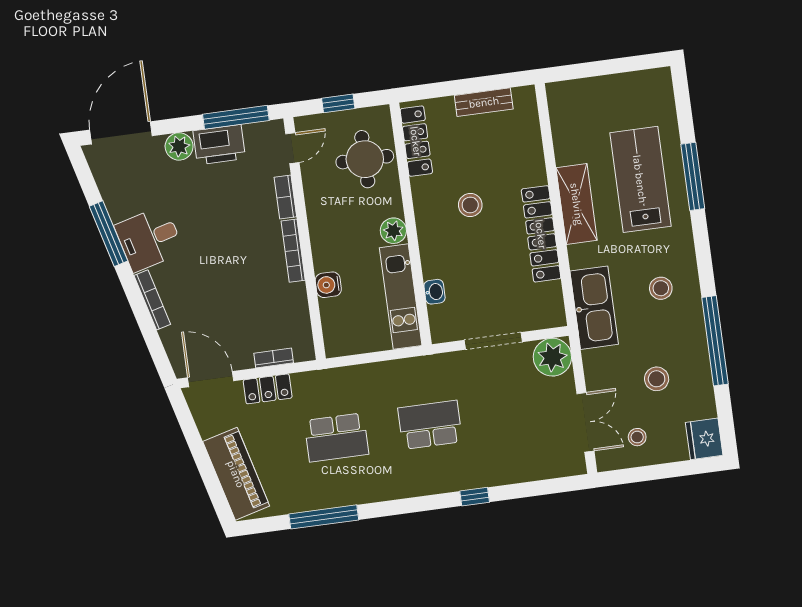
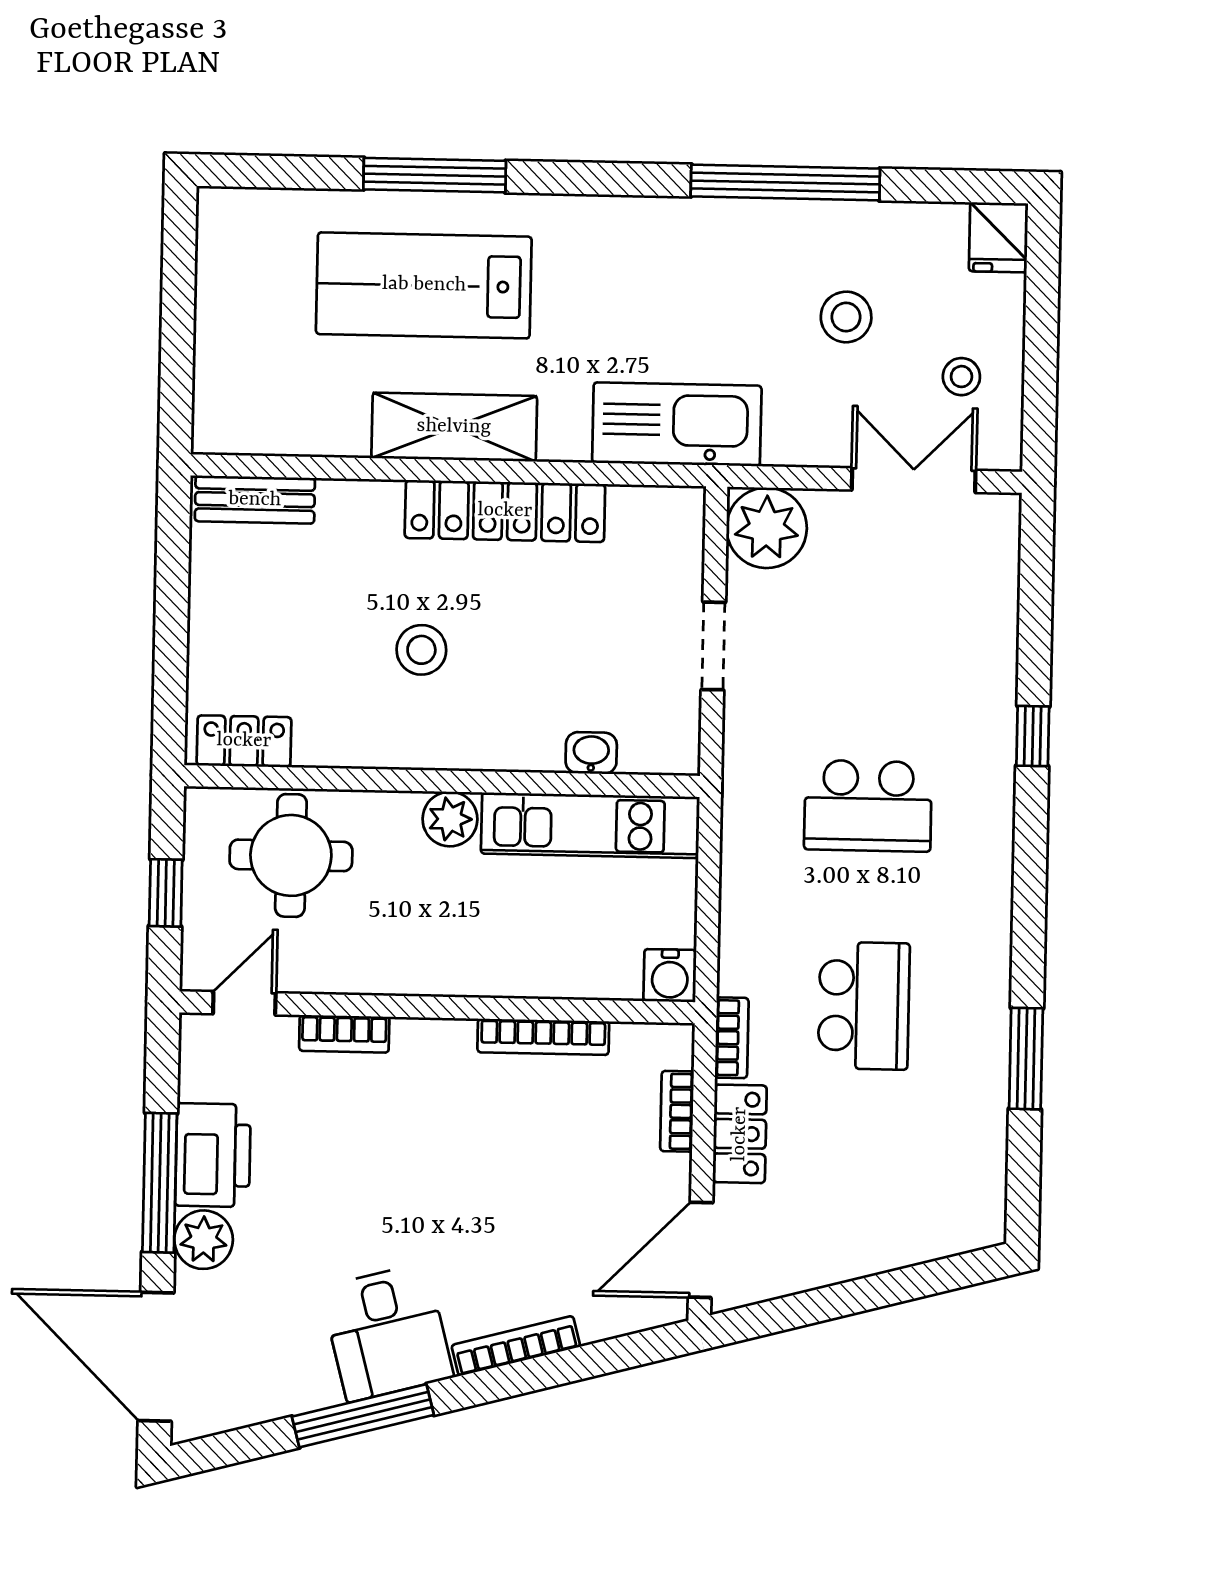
bench: (484, 102) -> (255, 500), moved, turned 90
window: (236, 117) -> (160, 1183), moved
locker: (416, 141) -> (244, 741), width x0.66
door: (292, 148) -> (244, 1003), hinge flipped
bookcase: (293, 251) -> (543, 1037), moved
water cooler: (328, 285) -> (670, 976), moved
stool: (661, 288) -> (658, 278), removed
doorway: (493, 341) -> (713, 646), width x0.73
bookcase: (312, 378) -> (732, 1038), added
school desk: (430, 425) -> (868, 806), turned -90
fridge: (704, 439) -> (998, 237), width x0.72
piano: (236, 474) -> (907, 1227), removed
window: (324, 517) -> (1026, 1059), width x0.69

